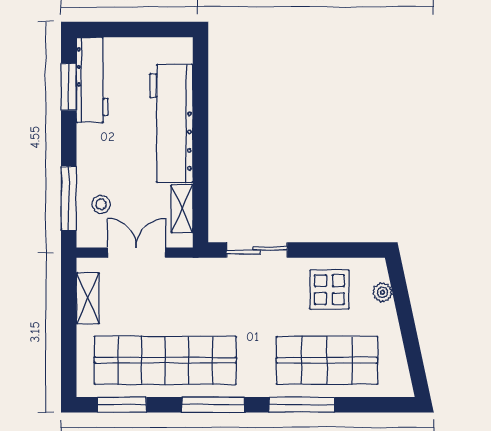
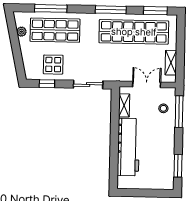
workbench: (92, 80) -> (166, 169), removed
window: (341, 250) -> (47, 84), added
double door: (136, 253) -> (147, 84), swing flipped
plant: (382, 292) -> (21, 32), moved
window: (302, 405) -> (51, 8), moved

